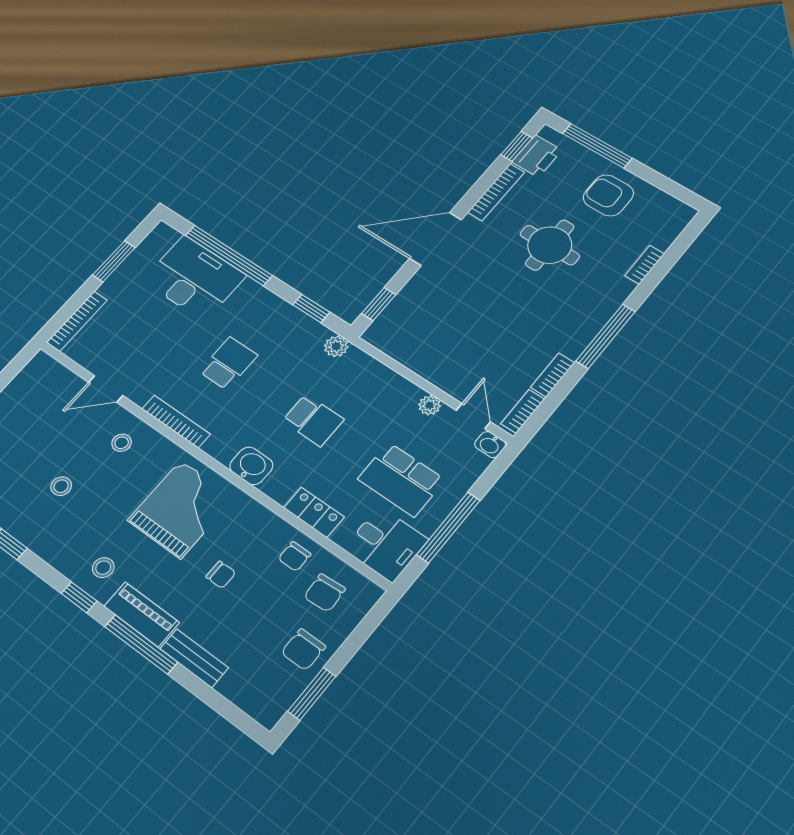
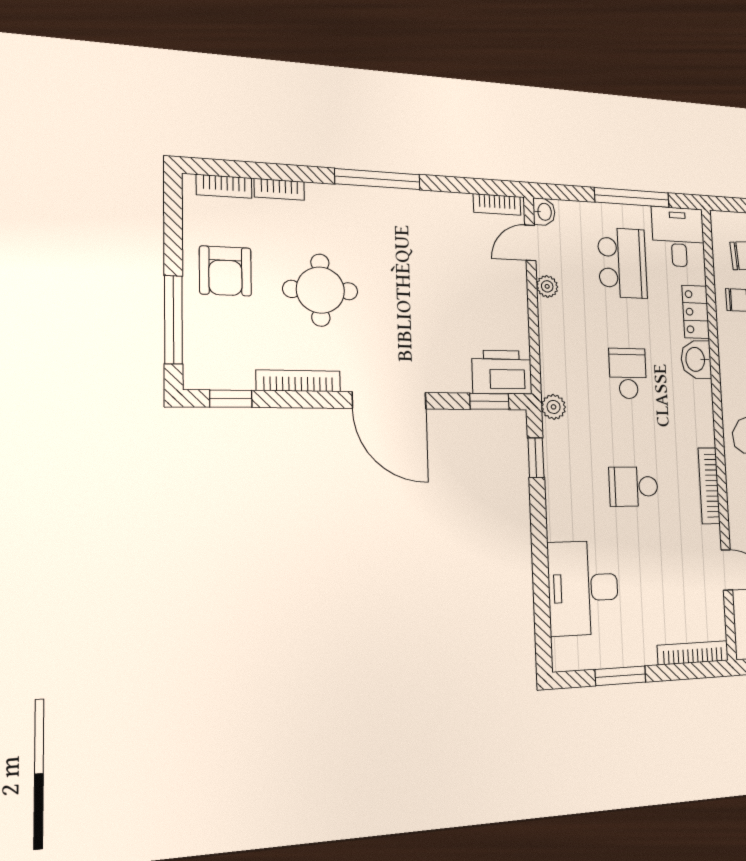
printer: (537, 156) -> (502, 372), moved, width x1.37, depth x1.19
window: (229, 255) -> (541, 577), removed
bookcase: (553, 375) -> (224, 186), moved
washbasin: (251, 466) -> (696, 359), moved

